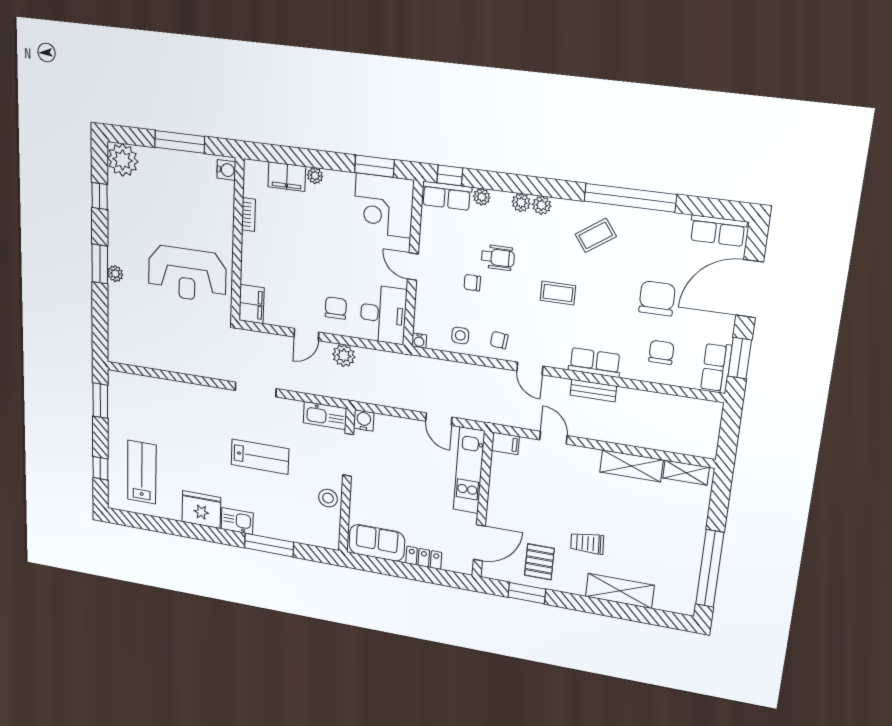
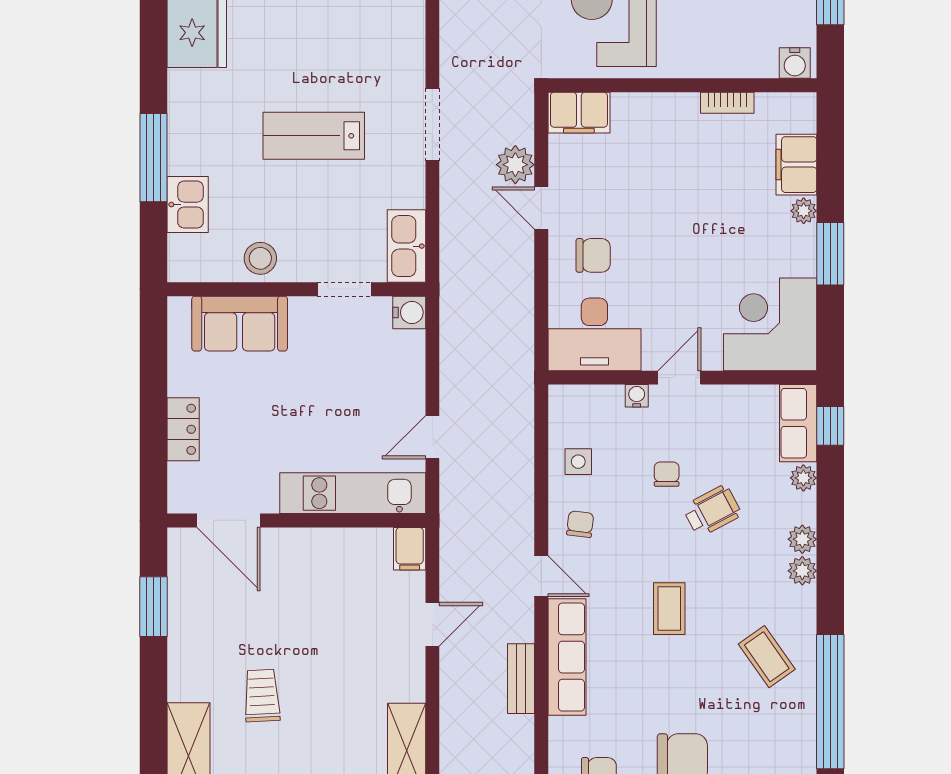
window: (374, 166) -> (830, 254), moved
wheelchair: (498, 258) -> (712, 511), turned -118
water cooler: (419, 341) -> (637, 396), moved, turned 90
plant: (344, 356) -> (515, 165), moved
row of seats: (595, 362) -> (567, 657), width x1.48
door: (530, 368) -> (541, 576), swing flipped
doorway: (348, 455) -> (344, 289), width x0.73
lab bench: (260, 457) -> (314, 136), turned 90
kitchen sink: (237, 521) -> (188, 205), moved
sofa: (377, 543) -> (240, 324), moved, turned 90
pallet: (539, 562) -> (214, 622), removed

